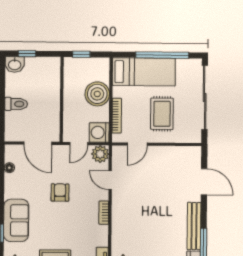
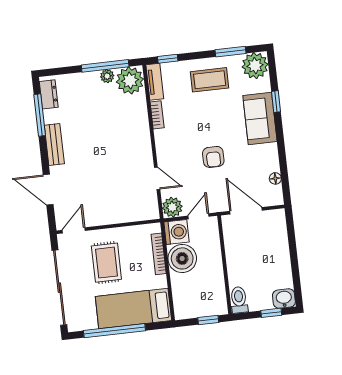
boiler: (97, 94) -> (182, 258), moved
toilet: (16, 104) -> (239, 300), moved, turned 90
door: (137, 144) -> (74, 230), moved
bookcase: (104, 213) -> (157, 115), moved
bench: (194, 226) -> (54, 144), width x0.73

